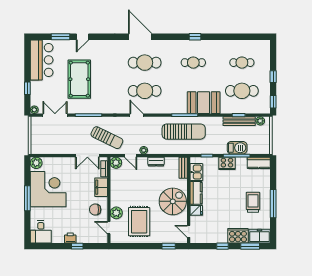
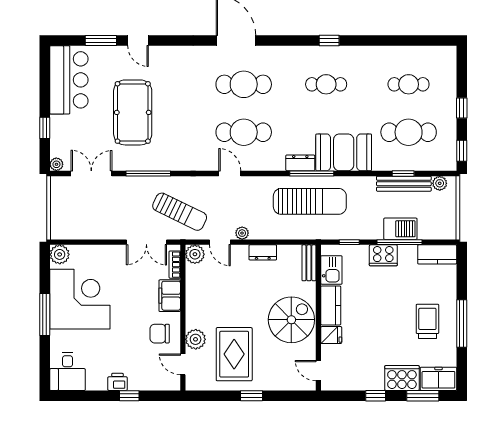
door: (82, 37) -> (138, 40), hinge flipped
dresser: (178, 109) -> (300, 163), added
window: (169, 246) -> (252, 396), moved

